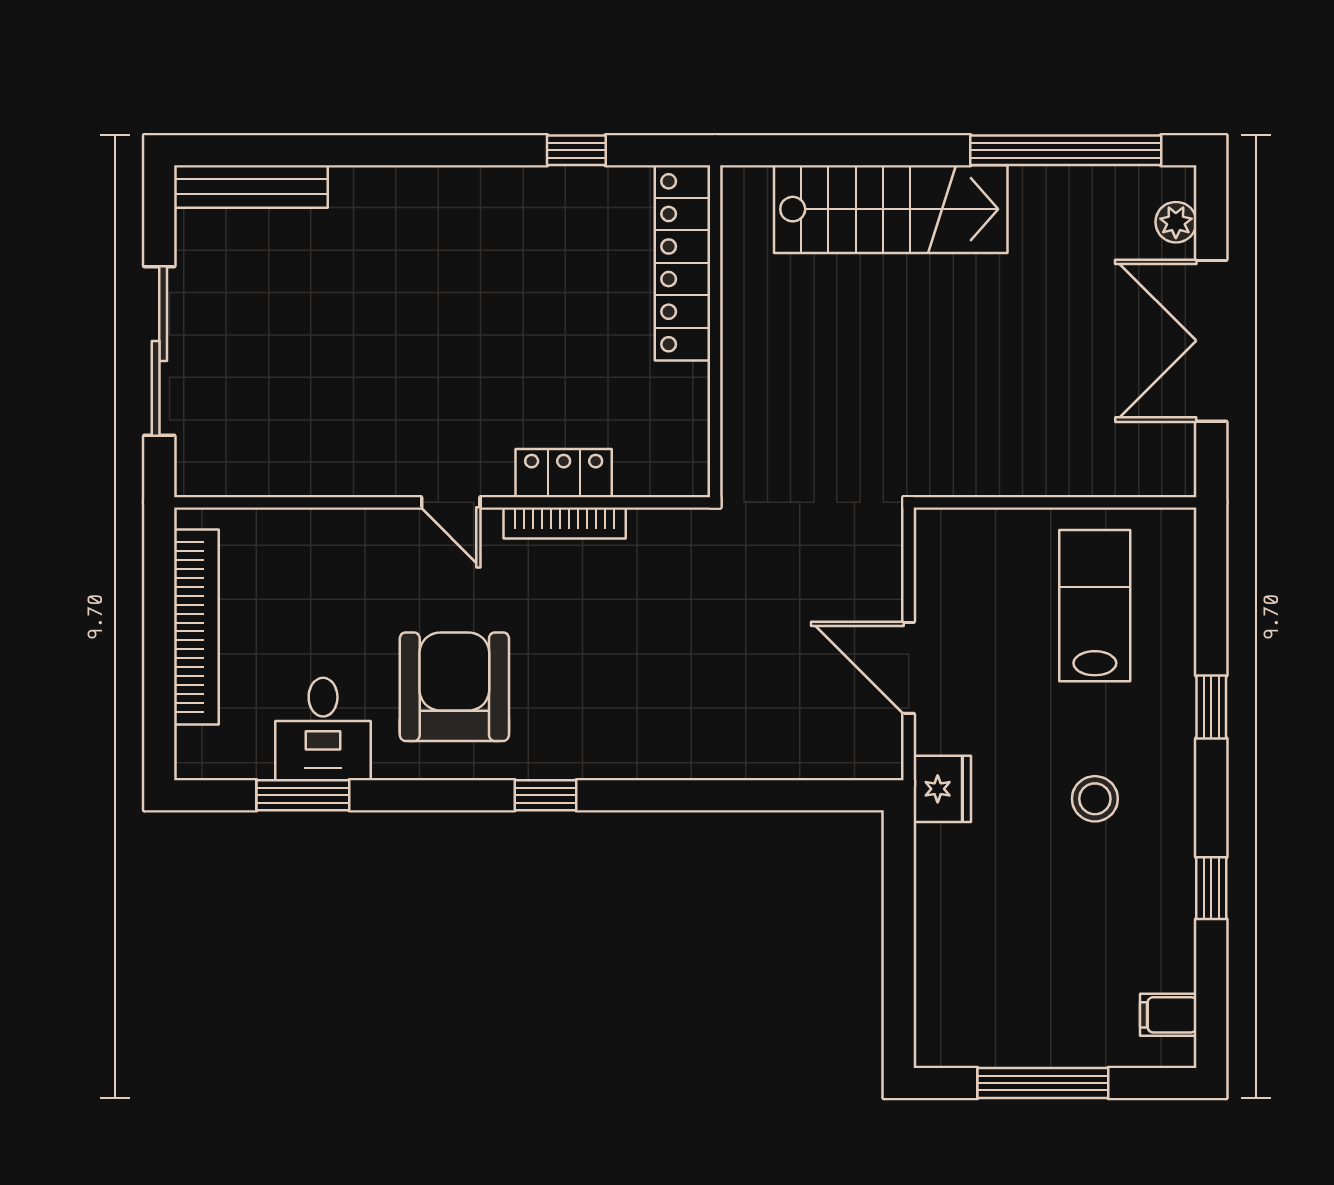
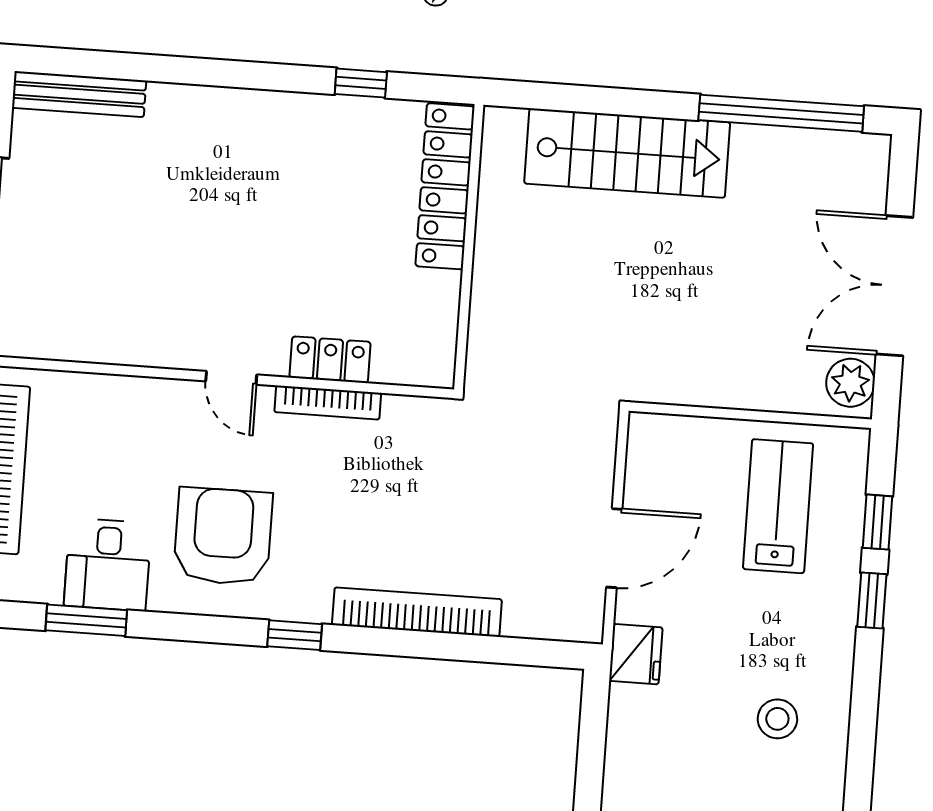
plant: (1176, 222) -> (850, 383), moved, width x1.38, depth x1.38
door: (909, 668) -> (614, 548), swing flipped
bookcase: (685, 758) -> (417, 612), added
stool: (1095, 799) -> (777, 719), moved
window: (1211, 888) -> (877, 522), moved

